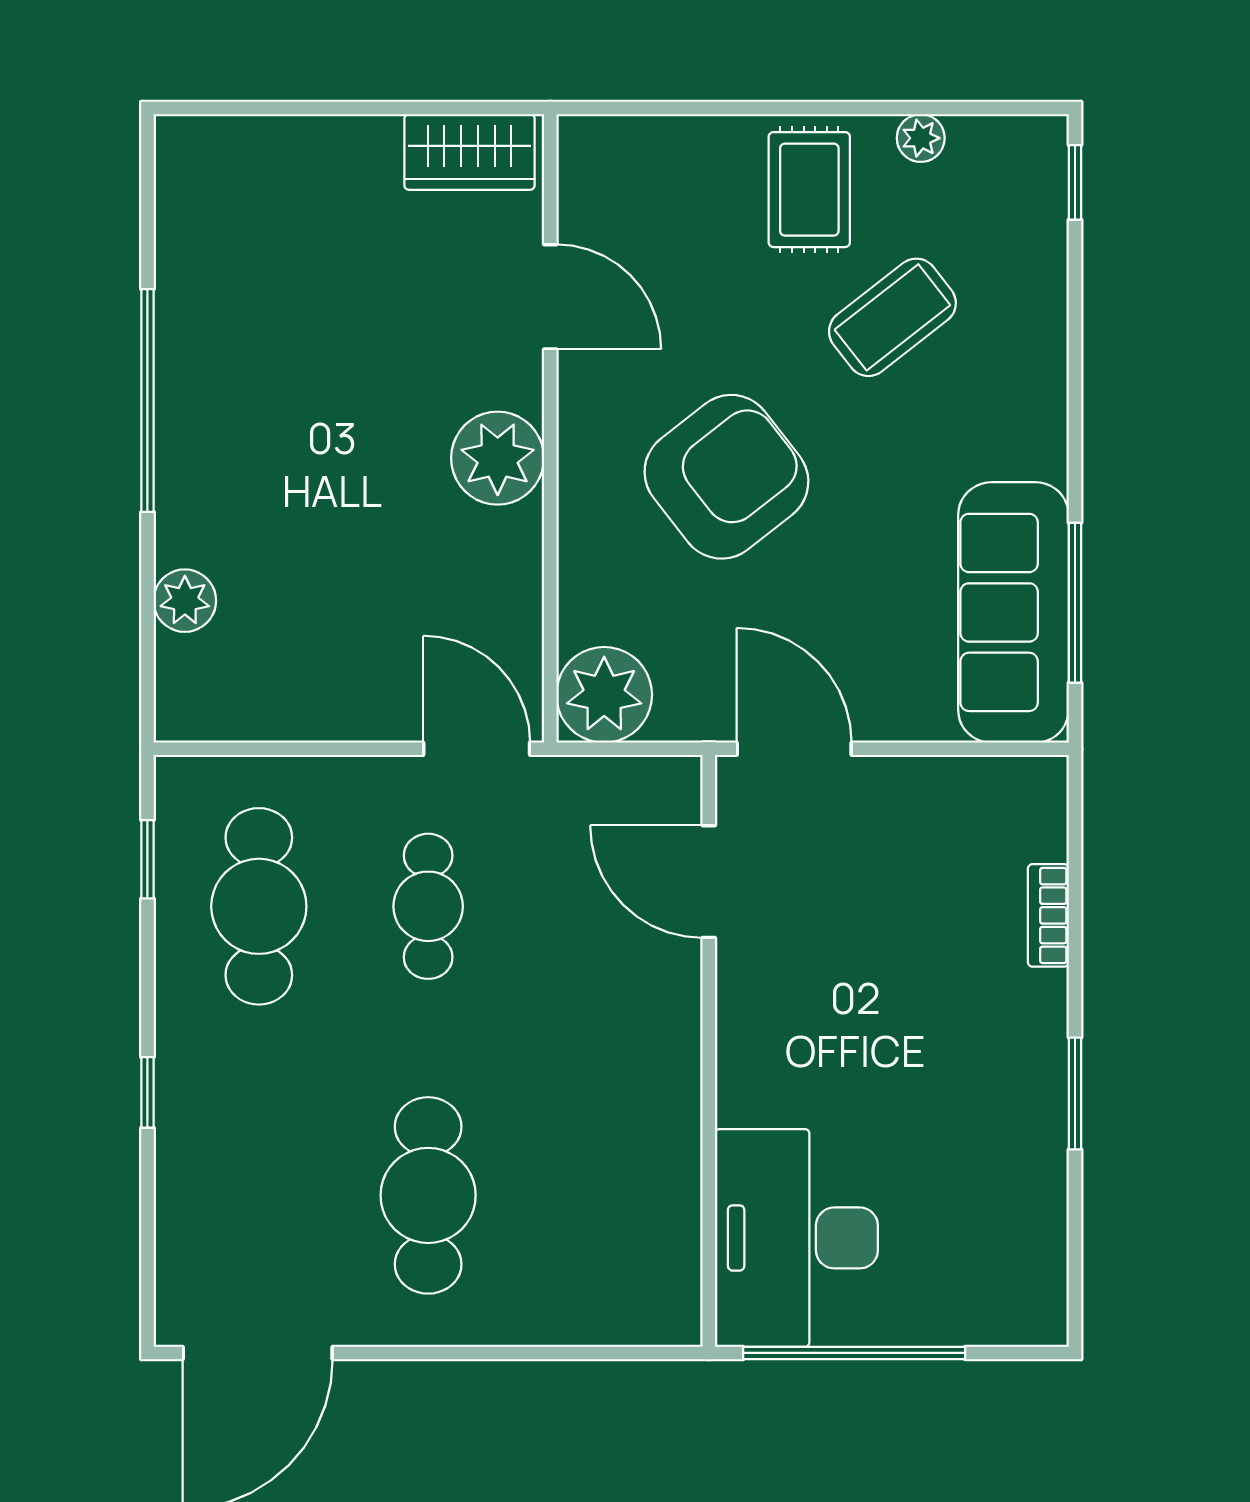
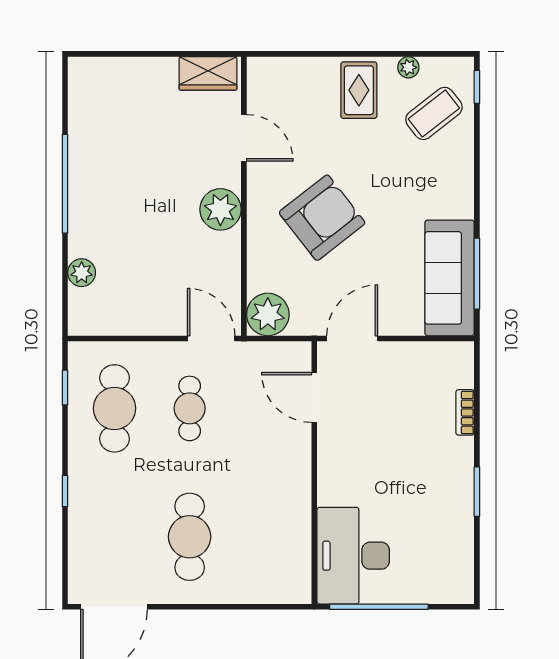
coffee table: (892, 317) -> (434, 113), moved
door: (794, 749) -> (352, 338), hinge flipped

